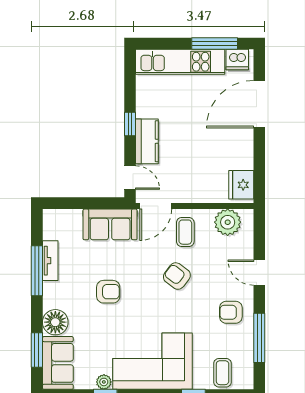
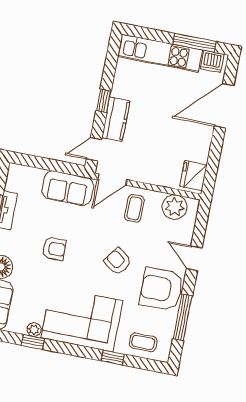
door: (130, 178) -> (94, 149), swing flipped
armchair: (177, 276) -> (118, 261), moved
armchair: (231, 312) -> (161, 289), width x1.88, depth x1.88
coffee table: (223, 373) -> (143, 342), turned 90

